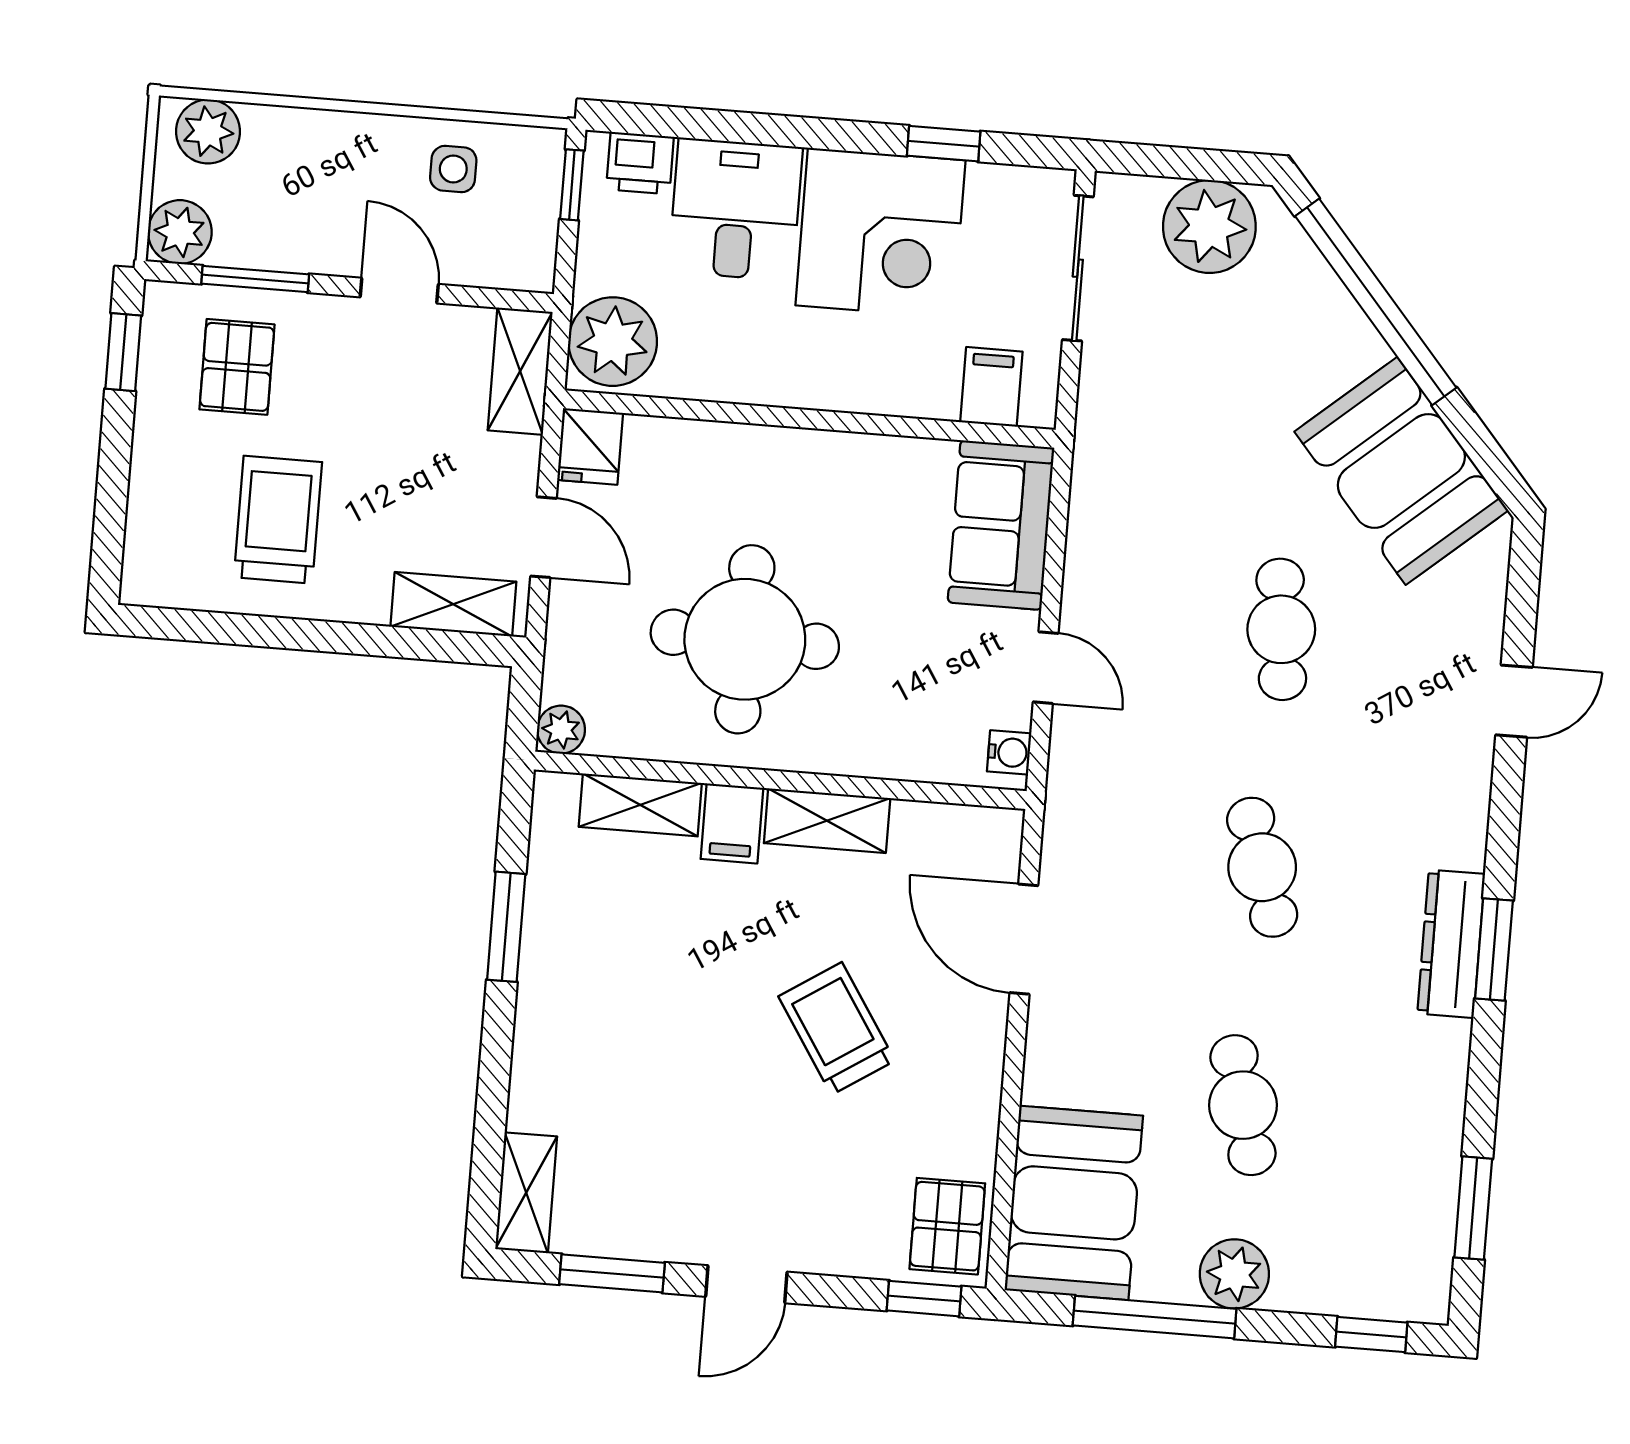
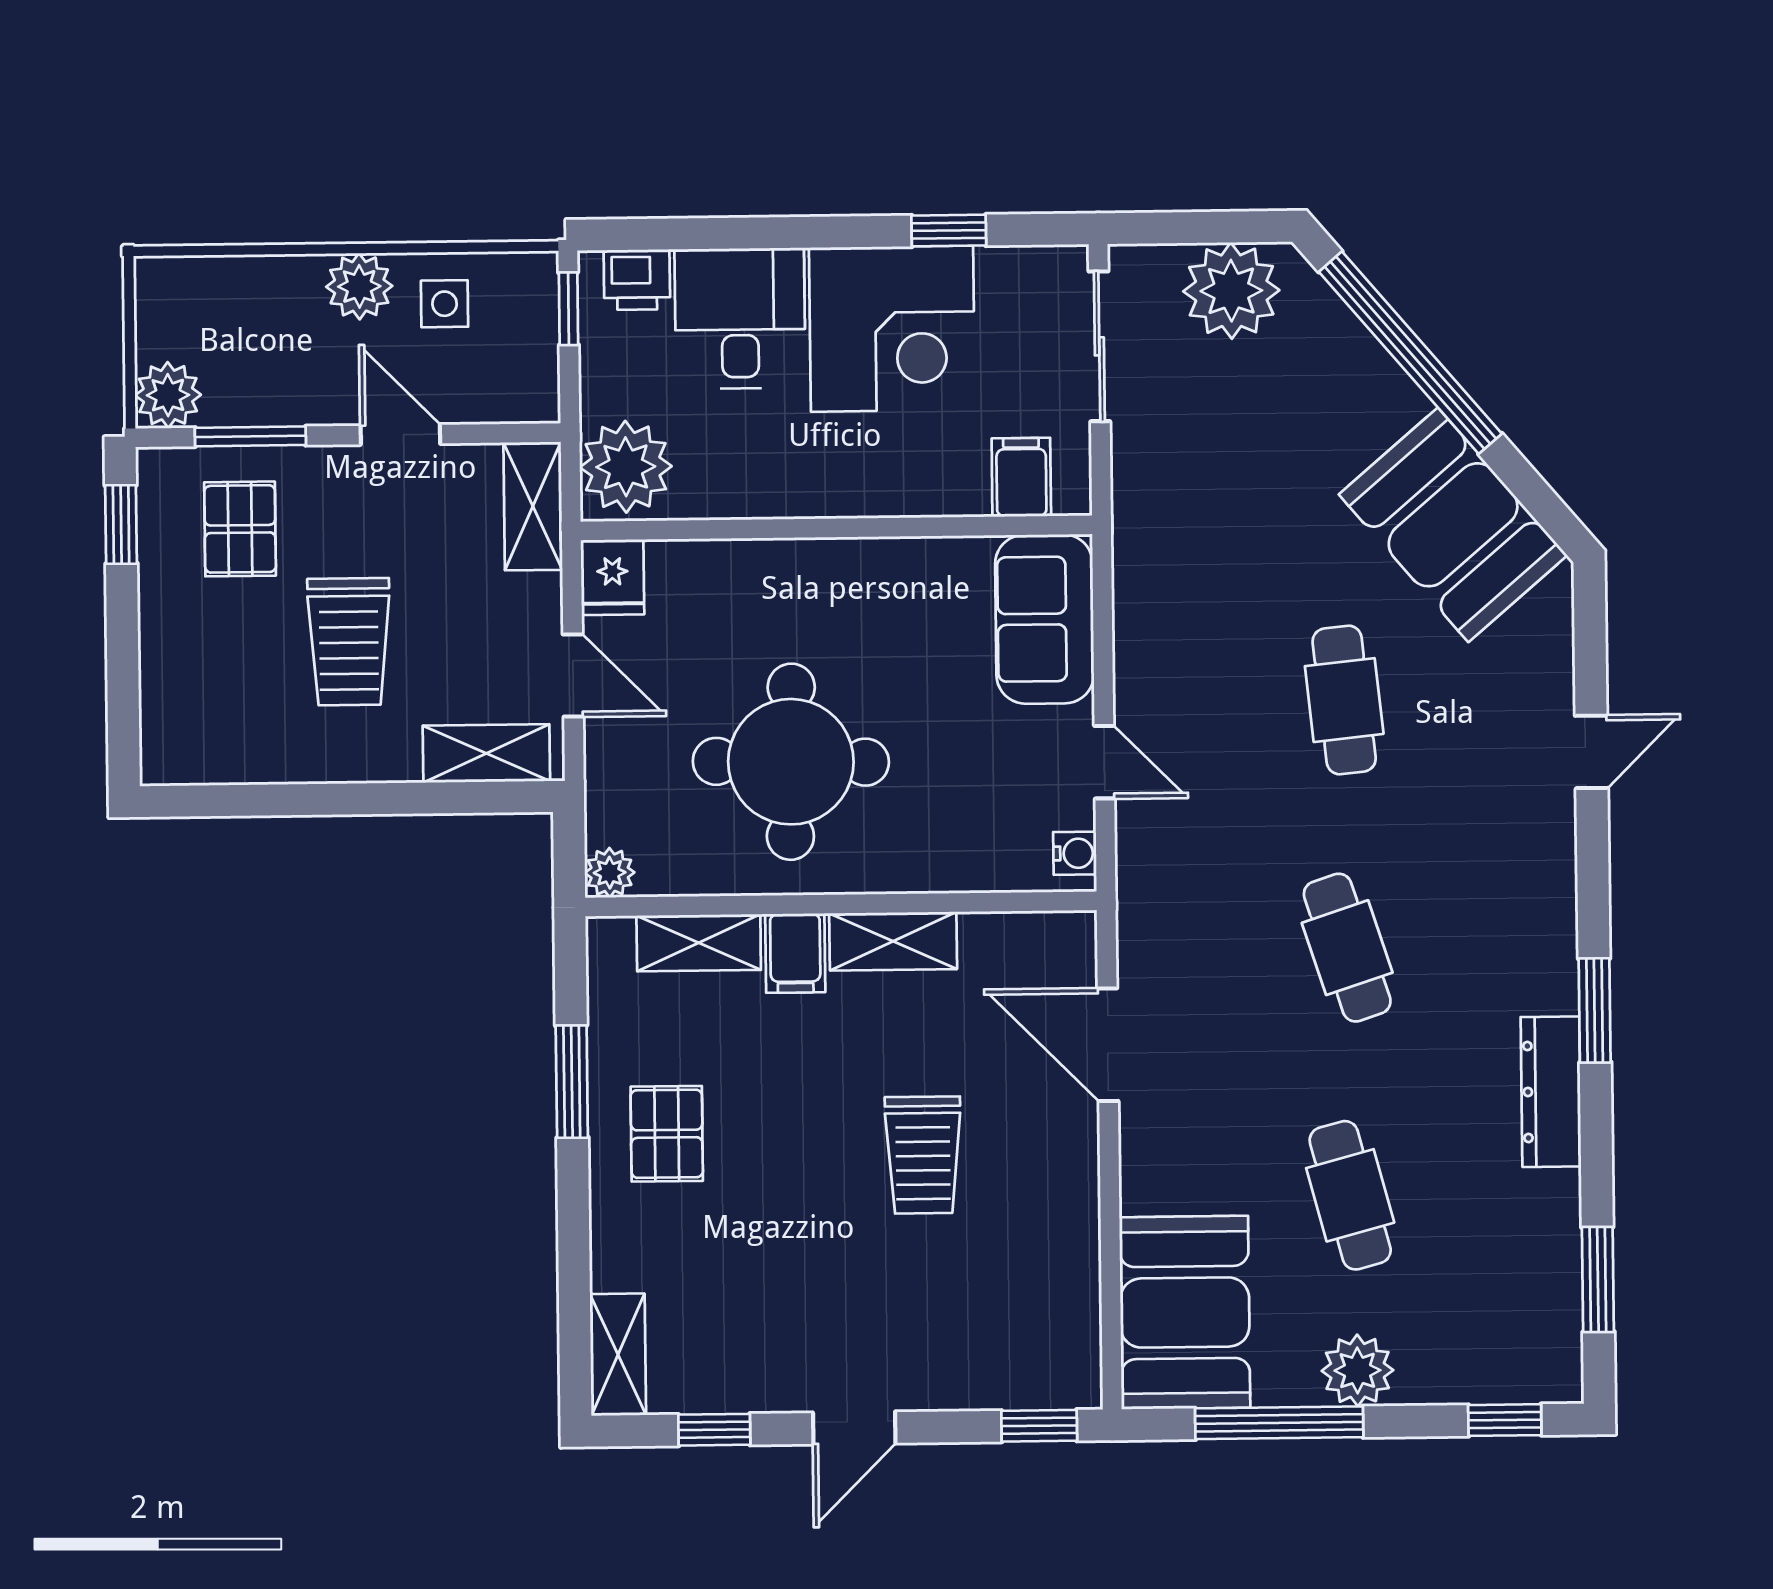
plant: (208, 131) -> (359, 286), moved
trolley: (278, 520) -> (349, 642), moved, turned 180
dresser: (1451, 944) -> (1551, 1092), moved
trolley: (837, 1028) -> (923, 1155), turned -147
pallet: (947, 1226) -> (667, 1134), moved
window: (612, 1273) -> (714, 1430), width x0.67

